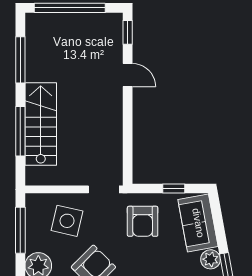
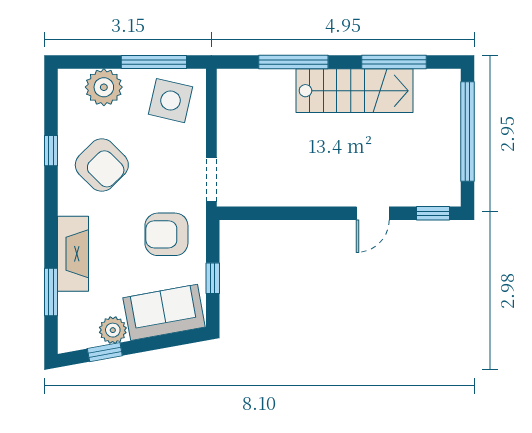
stairs: (41, 124) -> (354, 91), moved
side table: (67, 221) -> (171, 101), moved

